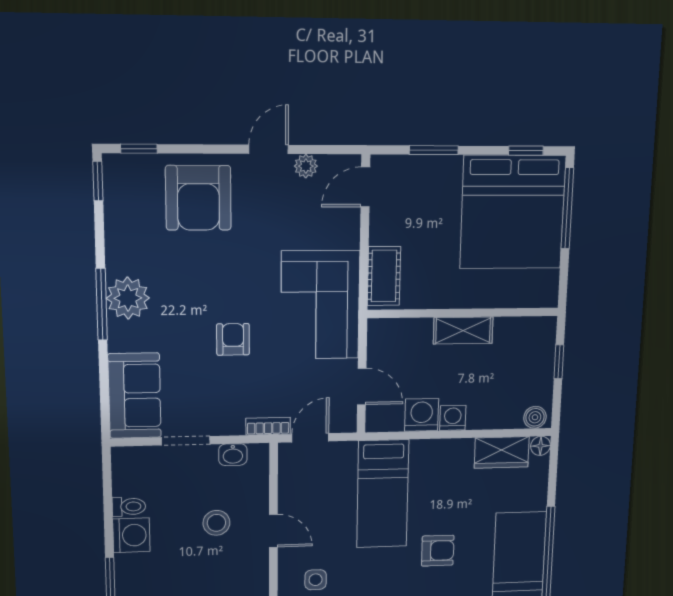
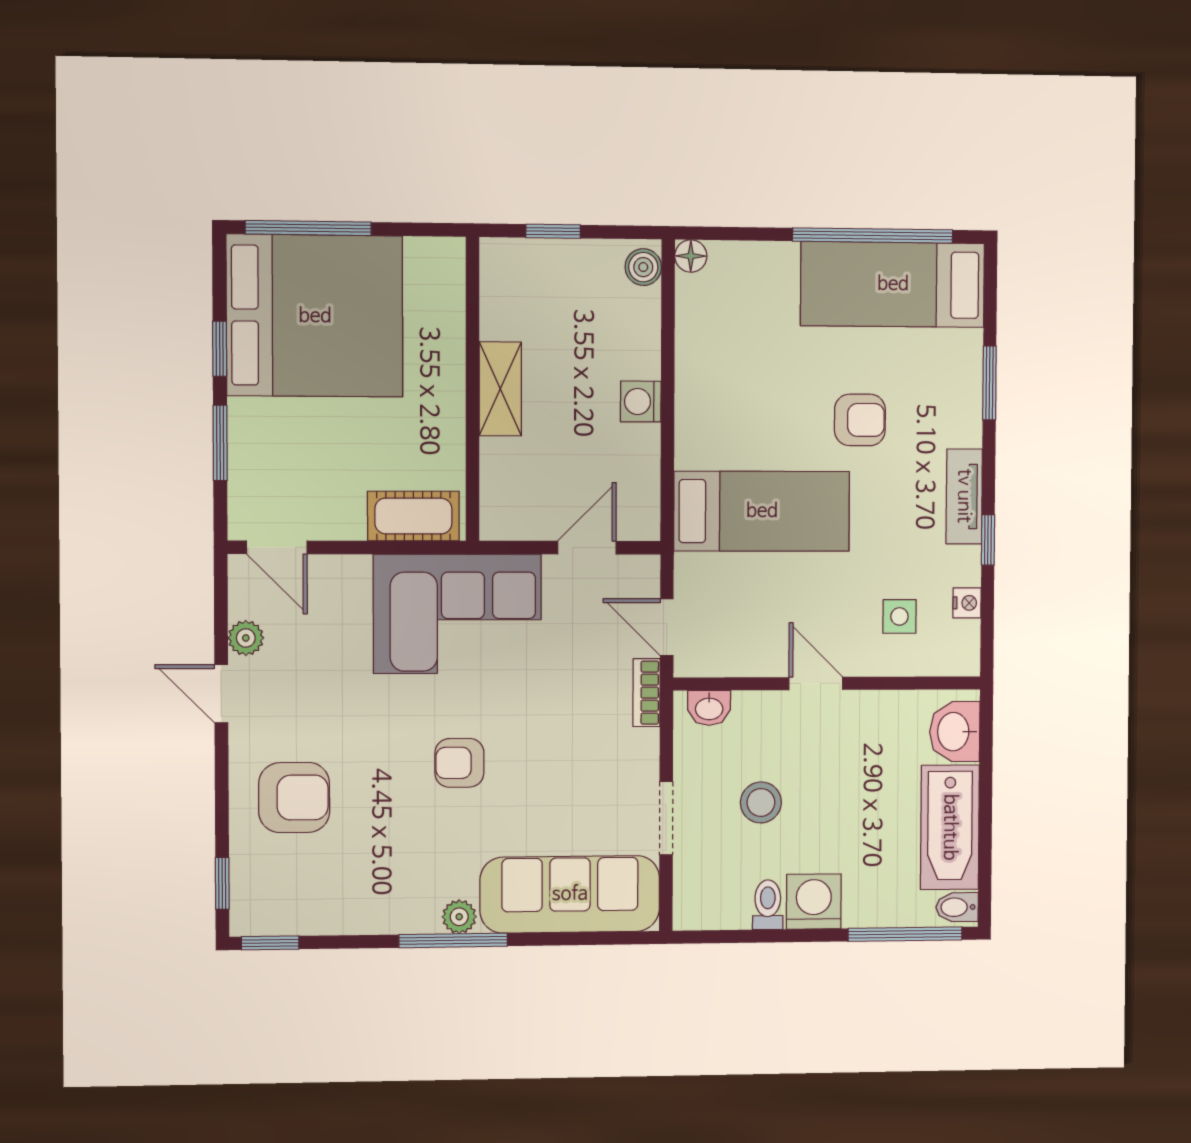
window: (526, 151) -> (220, 349), moved
armchair: (198, 198) -> (294, 798), width x0.73, depth x0.73
plant: (128, 298) -> (459, 917), width x0.53, depth x0.53
armchair: (233, 339) -> (459, 763), moved
sofa: (135, 396) -> (570, 894), width x1.36
washing machine: (422, 415) -> (635, 452), removed
wardrobe: (502, 452) -> (700, 320), removed
washbasin: (233, 455) -> (709, 708), moved, turned 90
stool: (216, 523) -> (761, 802), moved
door: (273, 531) -> (816, 684), hinge flipped
armchair: (438, 551) -> (860, 420), turned 90

